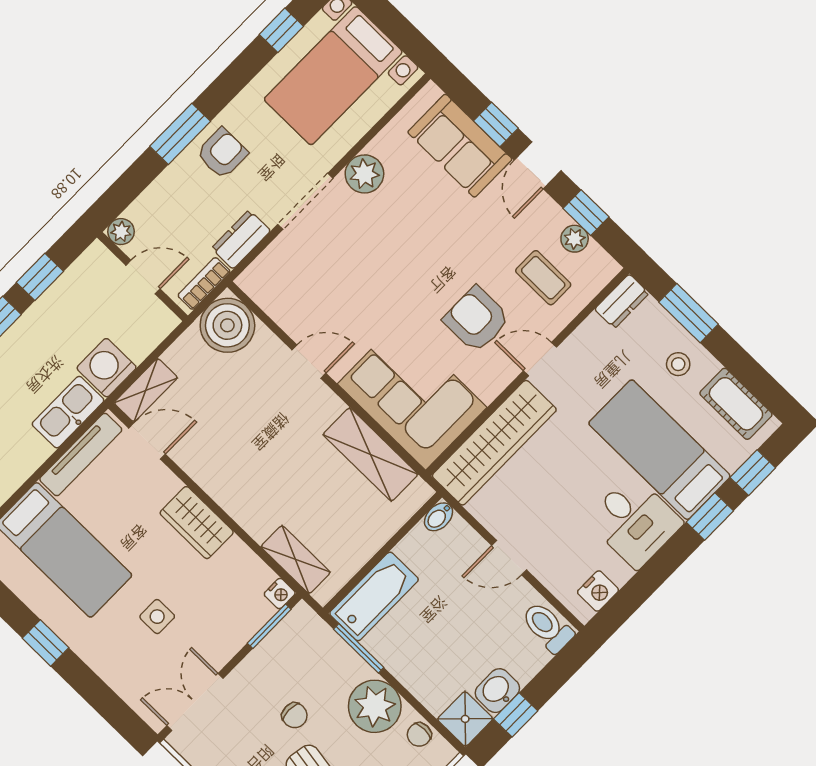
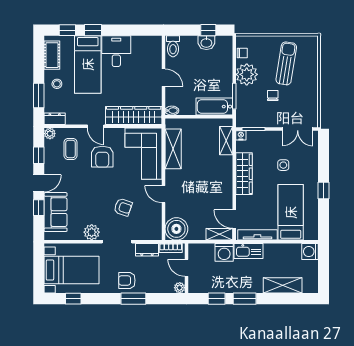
plant: (575, 239) -> (50, 134), moved
armchair: (355, 270) -> (123, 207), added
wardrobe: (197, 523) -> (244, 174), width x1.50
nightstand: (598, 591) -> (148, 42), removed
shower: (465, 719) -> (224, 44), removed

